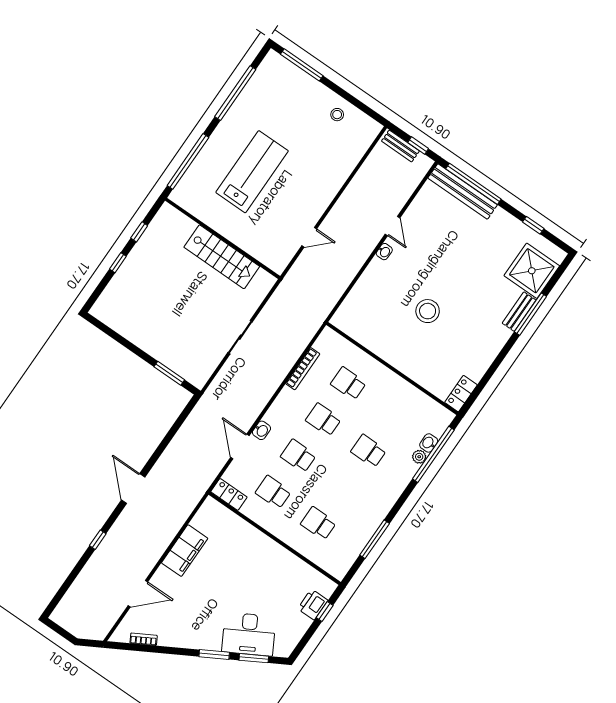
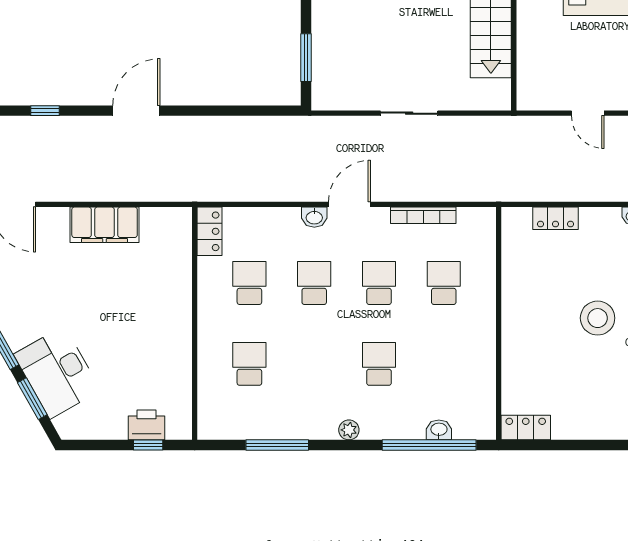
locker: (356, 296) -> (555, 218), added
door: (240, 447) -> (349, 204), moved
plant: (419, 457) -> (349, 430), moved

